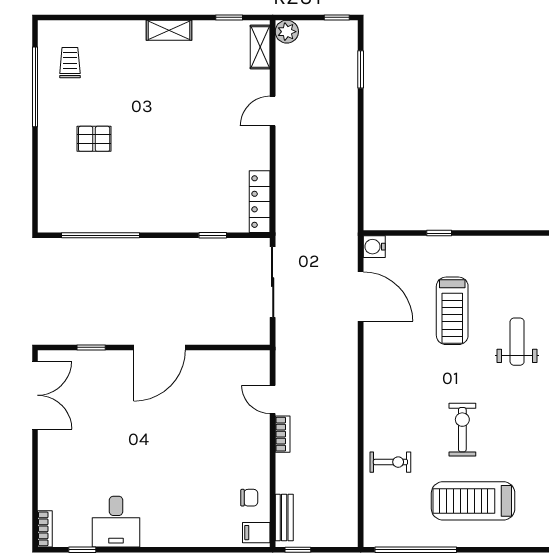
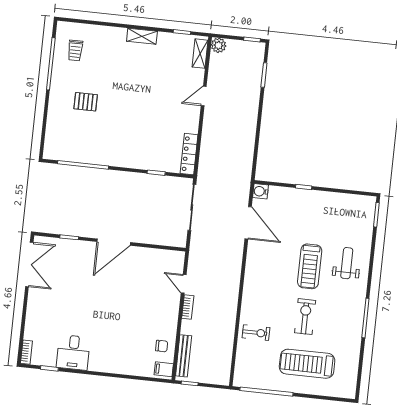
trolley: (70, 63) -> (75, 50), turned 180
treadmill: (452, 311) -> (310, 266), moved
bench: (284, 517) -> (184, 356), width x1.36

